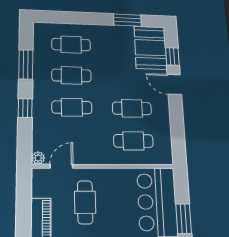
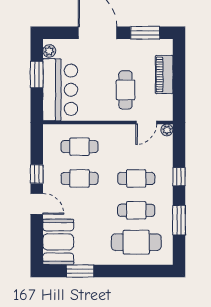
cafe table: (71, 45) -> (136, 242), width x1.37, depth x1.35
window: (172, 56) -> (37, 174), moved

